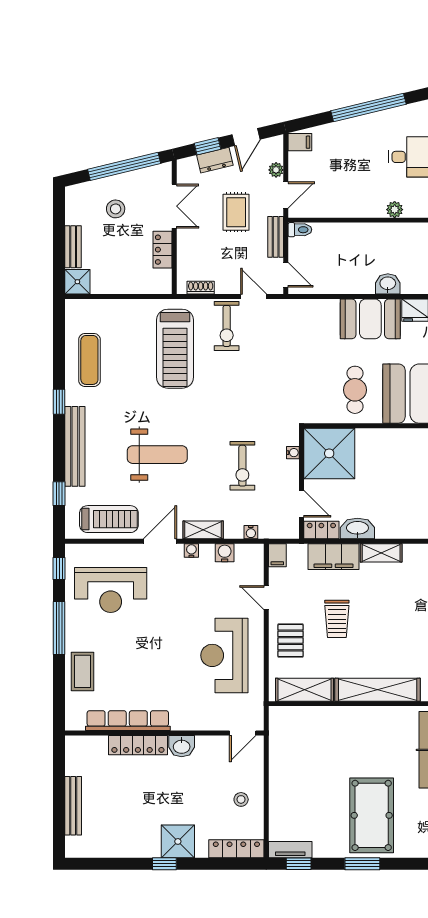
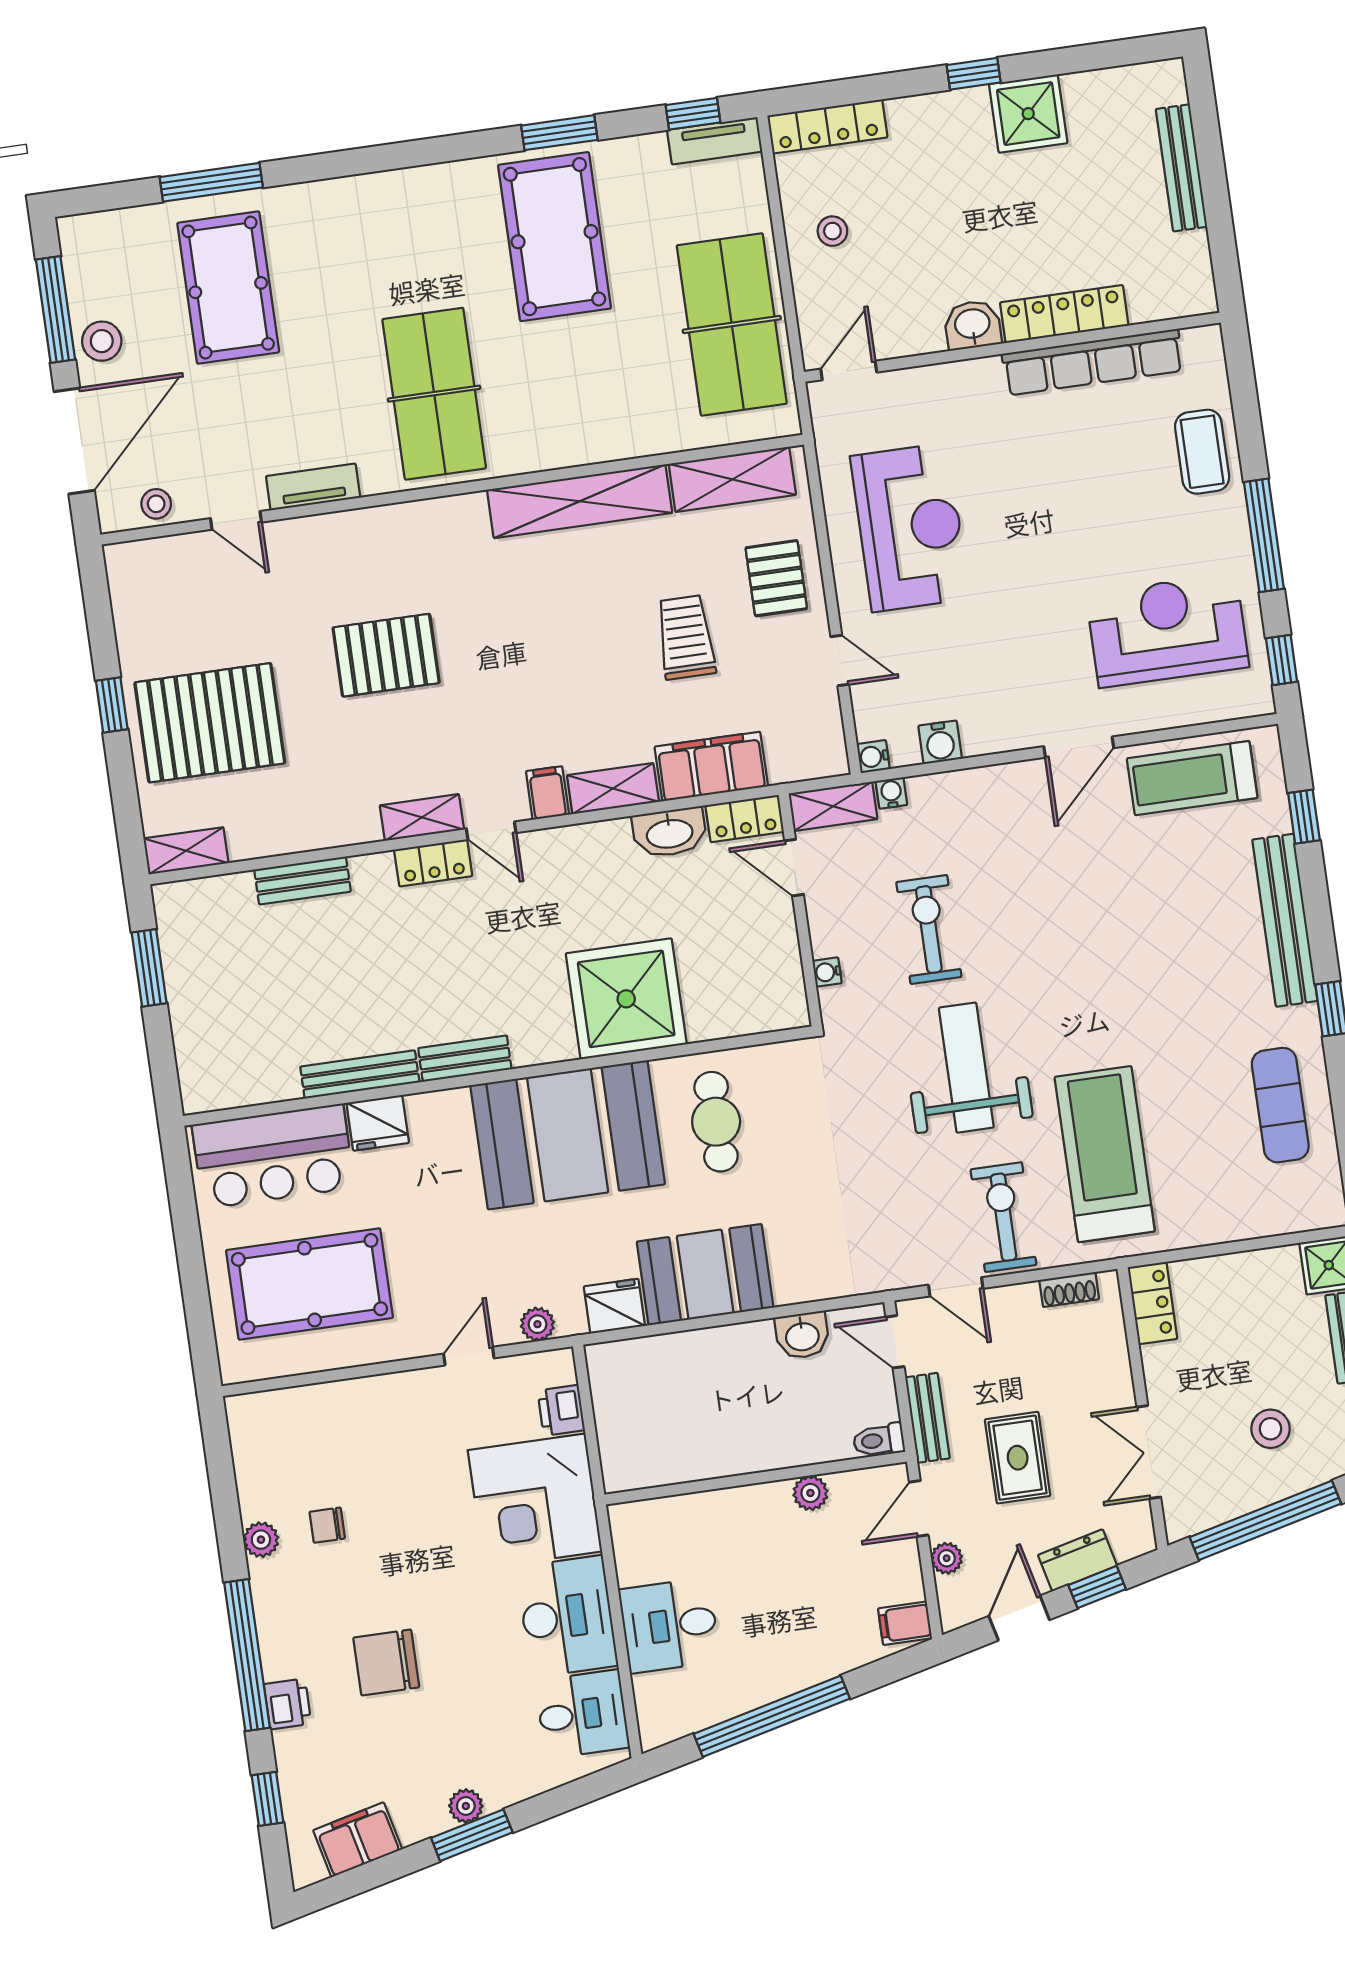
plant: (395, 210) -> (810, 1493), moved
locker: (163, 250) -> (1152, 1303), moved
washbasin: (388, 284) -> (802, 1335), moved
shower: (329, 453) -> (626, 999), moved
weight bench: (157, 455) -> (966, 1068), moved, turned 90
shelving: (203, 530) -> (833, 806), moved
water cooler: (191, 550) -> (873, 757), moved, turned 90
filing cabinet: (277, 555) -> (547, 793), moved
table tennis table: (294, 762) -> (732, 324), added
shower: (178, 841) -> (1028, 114), moved

